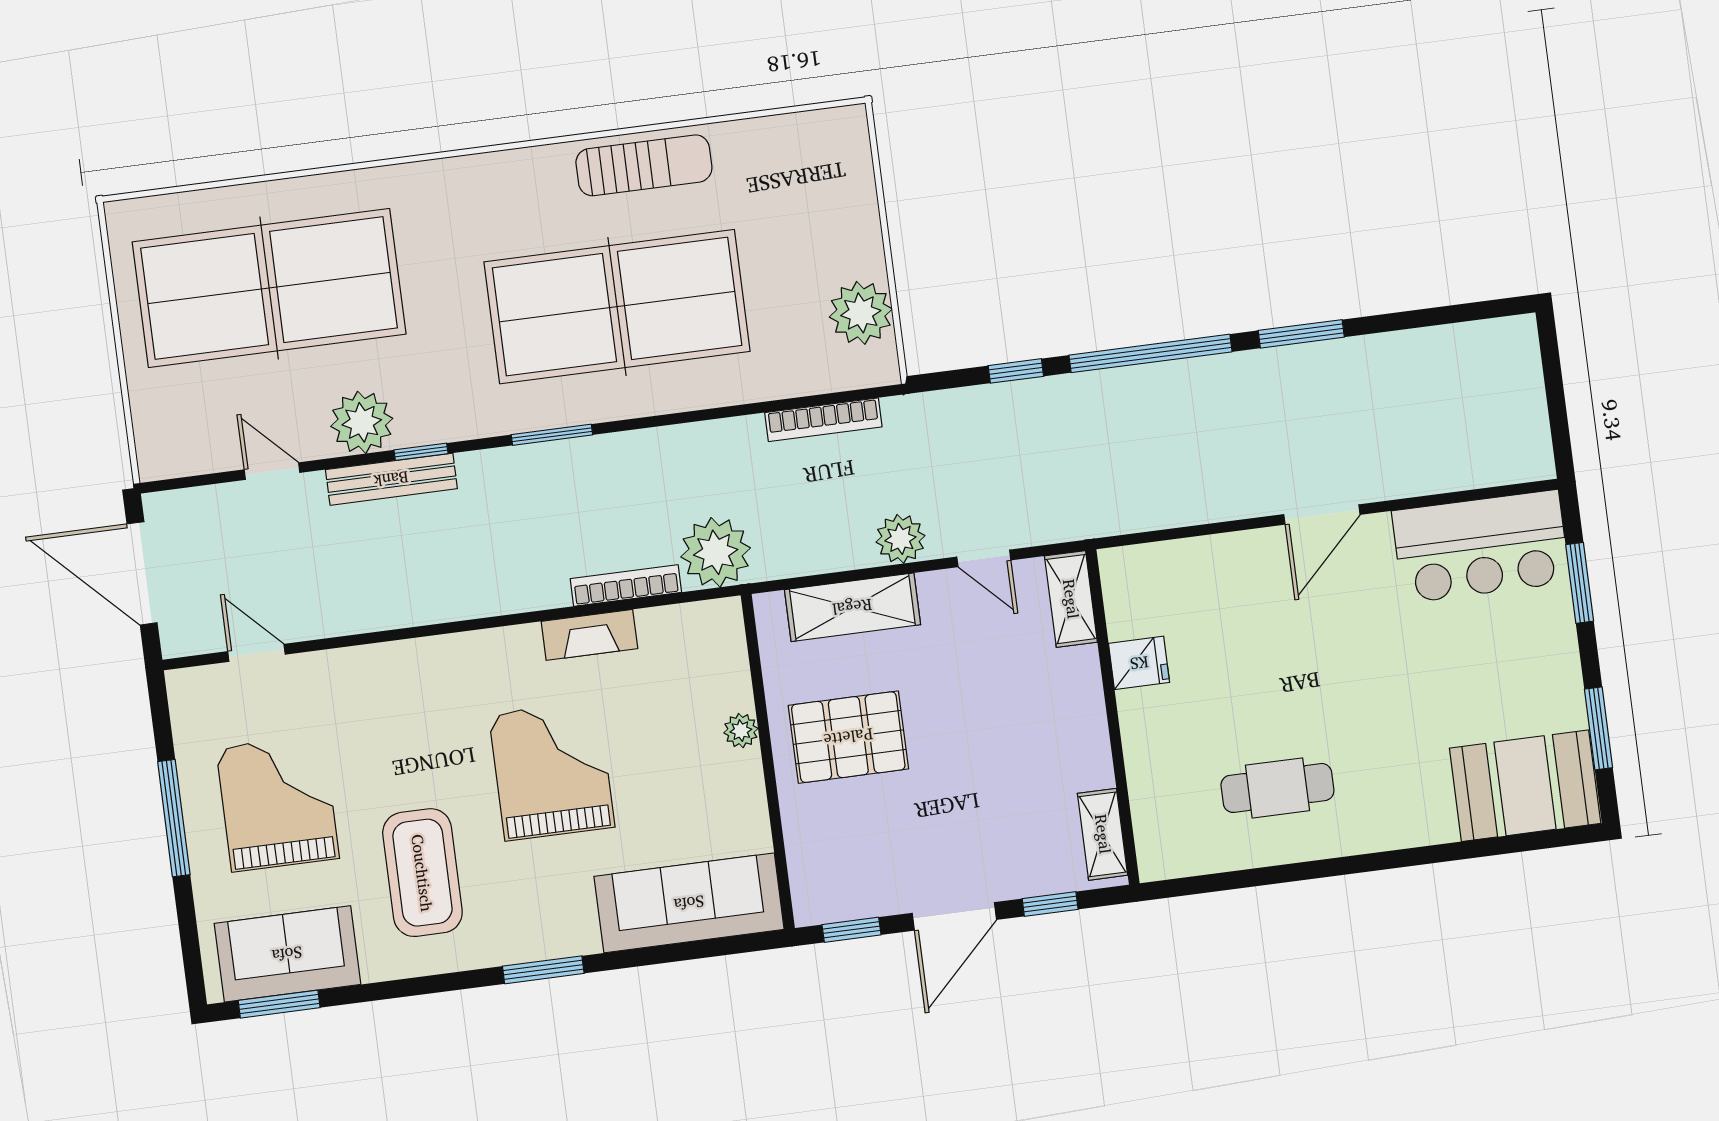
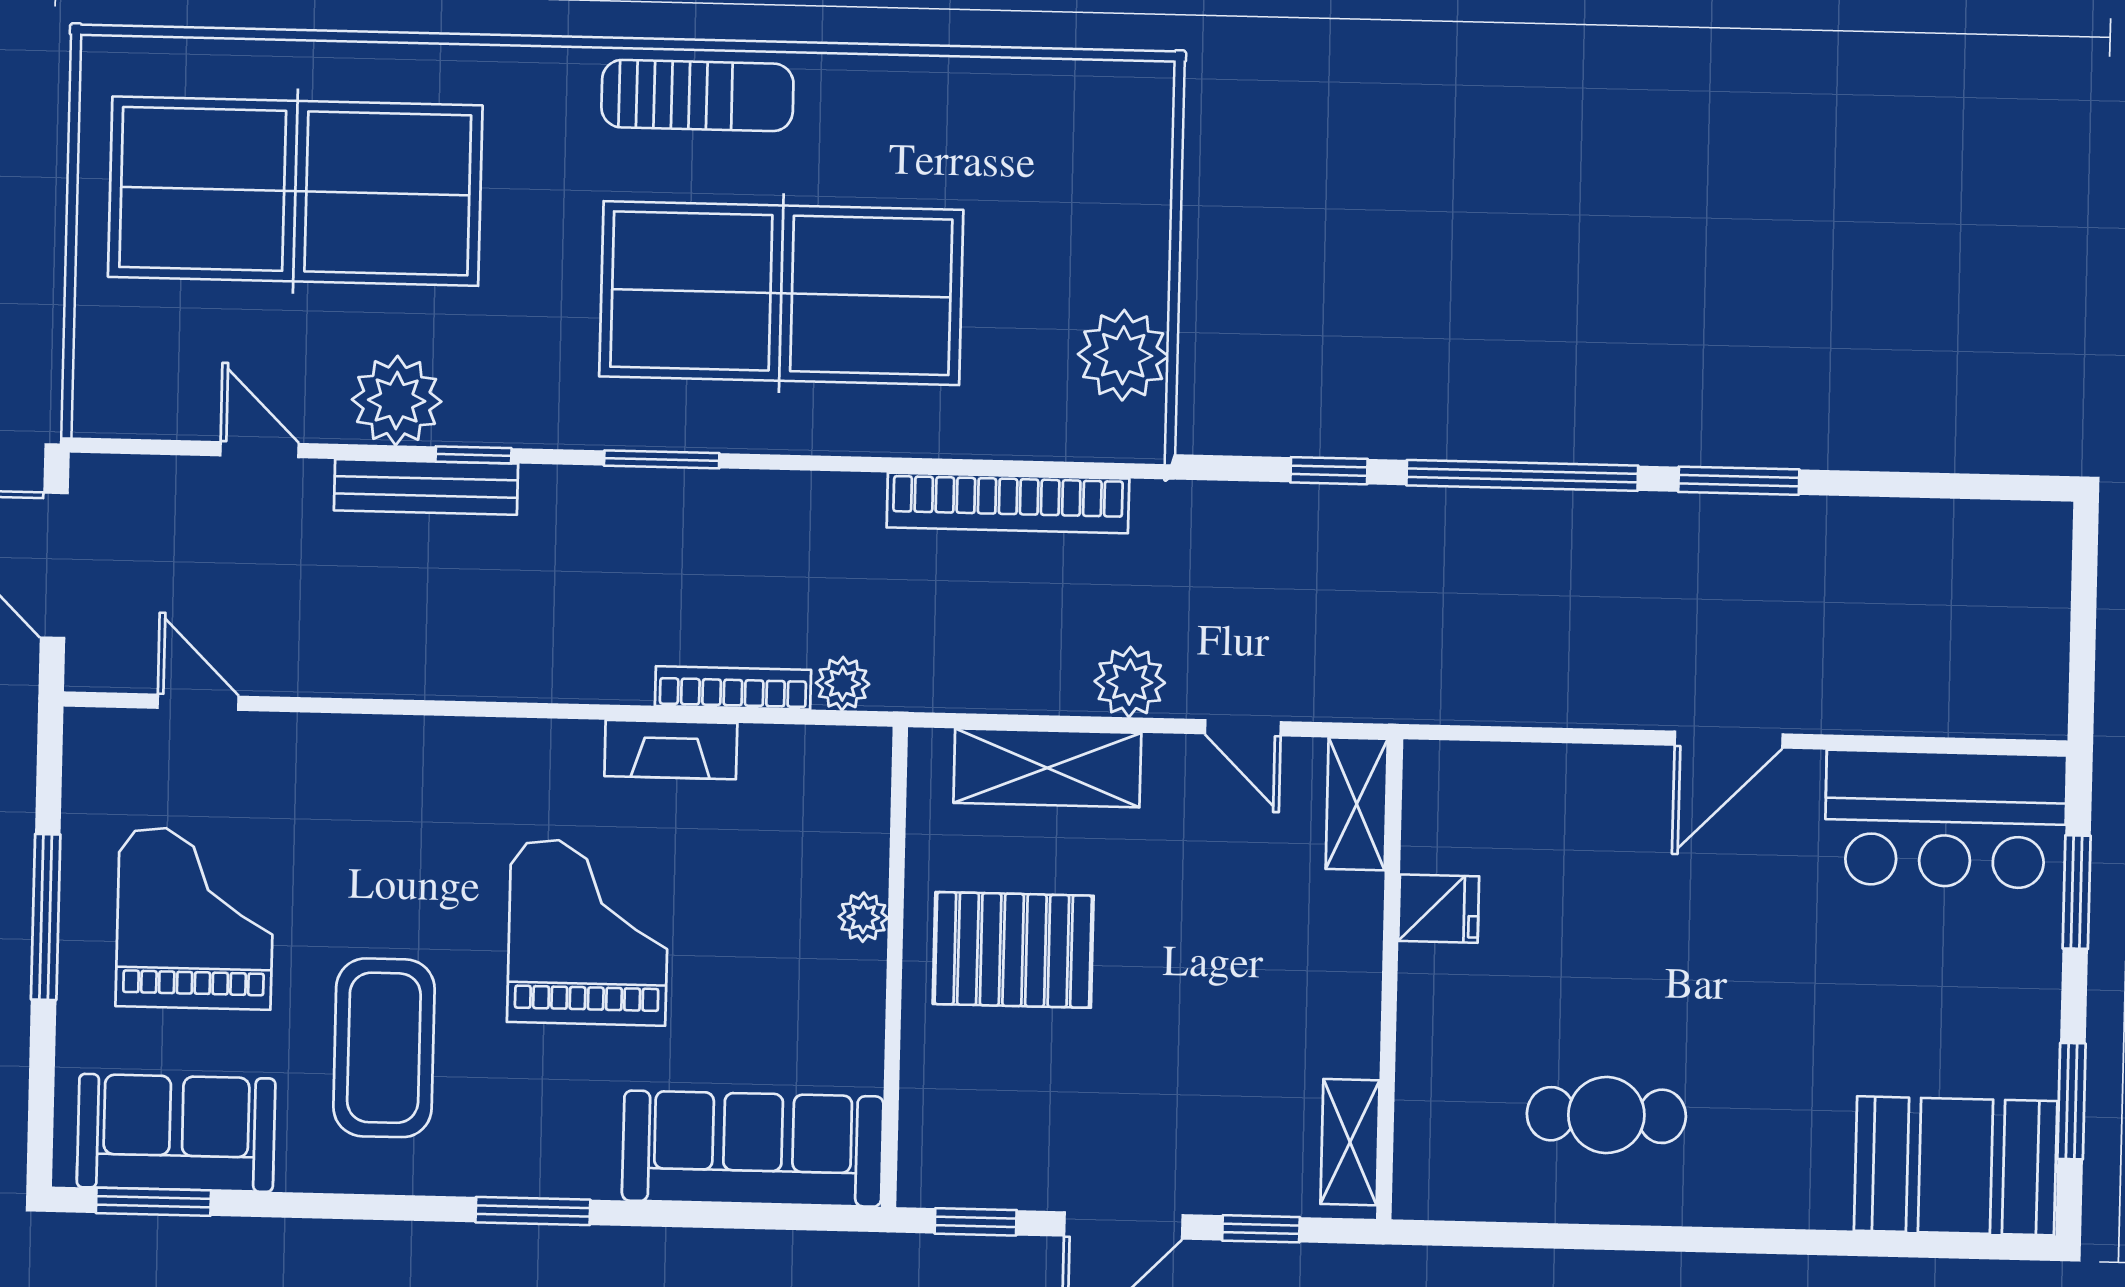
sun lounger: (644, 165) -> (697, 96), moved
bookcase: (823, 420) -> (1008, 503), width x1.48, depth x1.31
plant: (716, 552) -> (843, 684), width x0.53, depth x0.53

